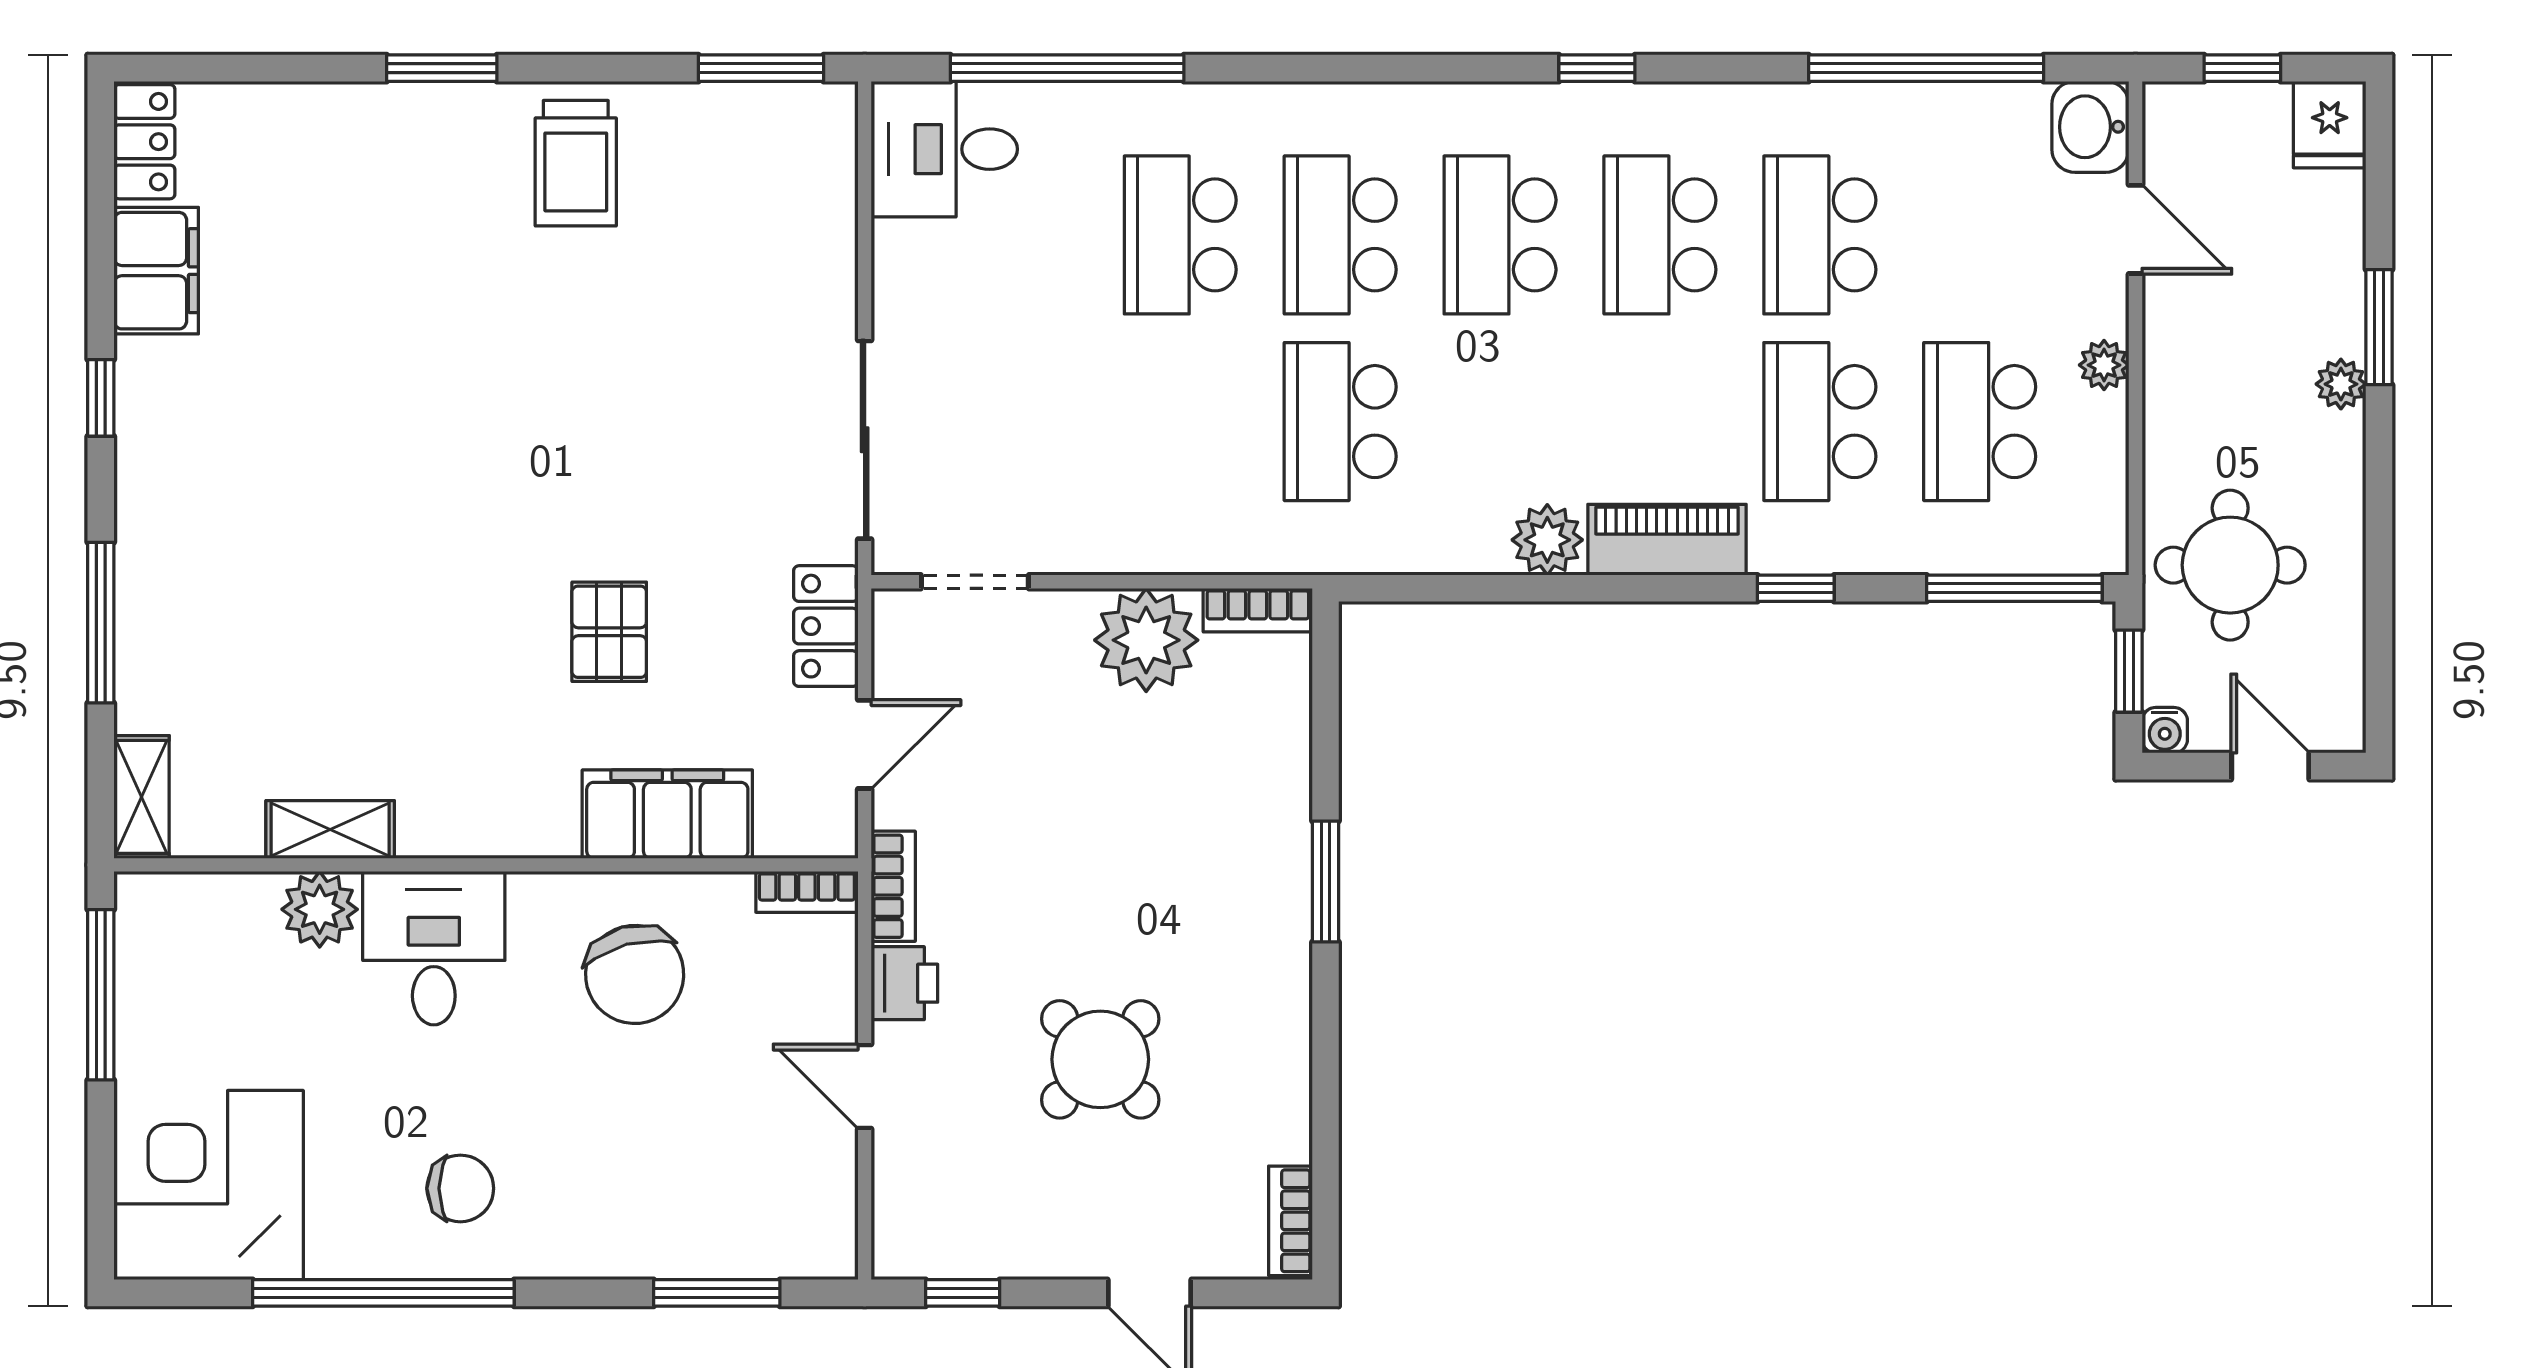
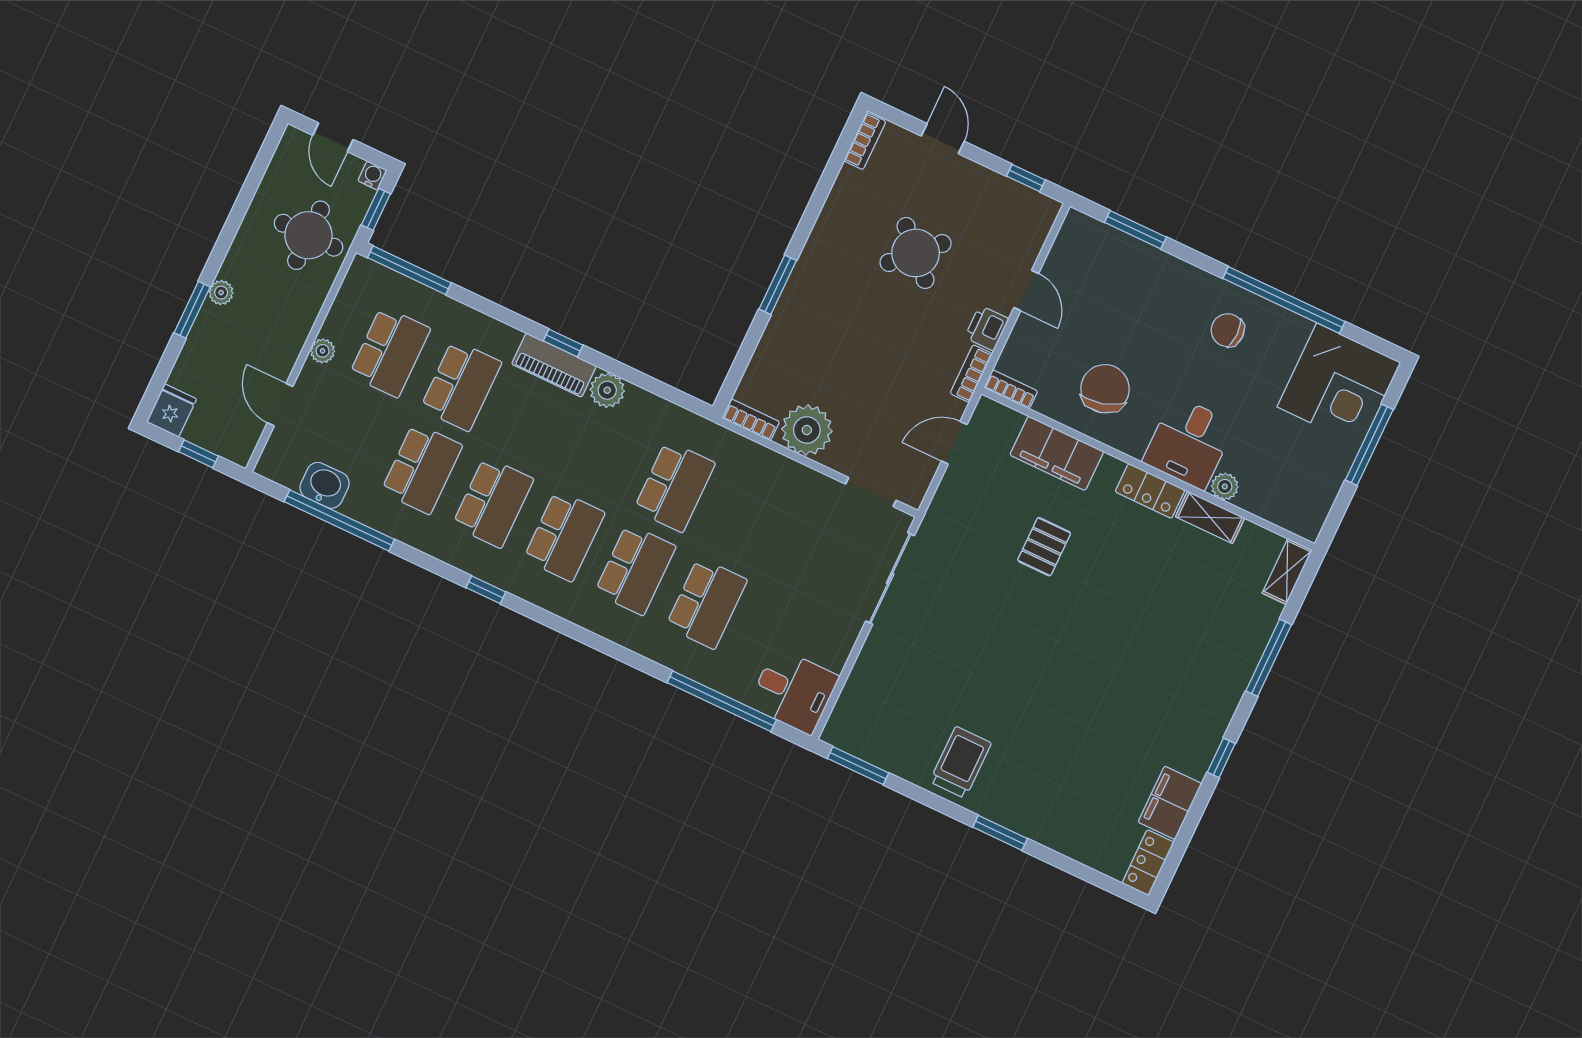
washbasin: (2090, 127) -> (325, 485), moved, turned -90
window: (1796, 588) -> (563, 343), moved
locker: (826, 626) -> (1150, 491), moved, turned 90
plant: (320, 909) -> (1225, 487), width x0.73, depth x0.73
window: (101, 995) -> (1369, 445), moved

